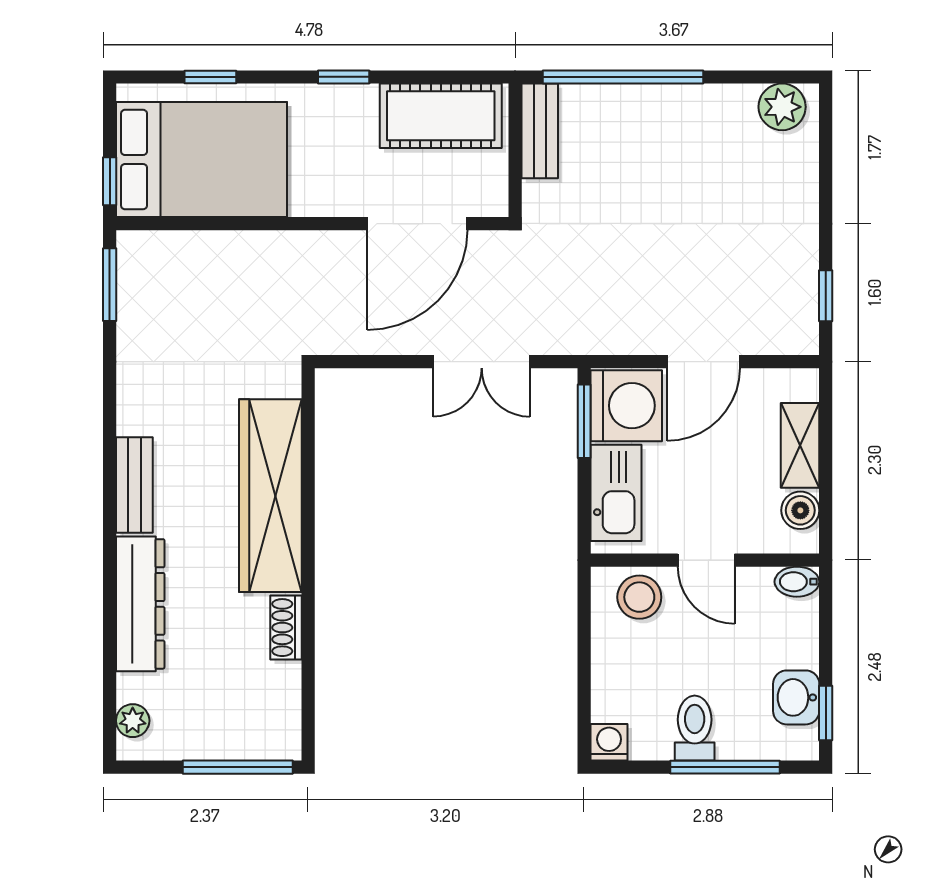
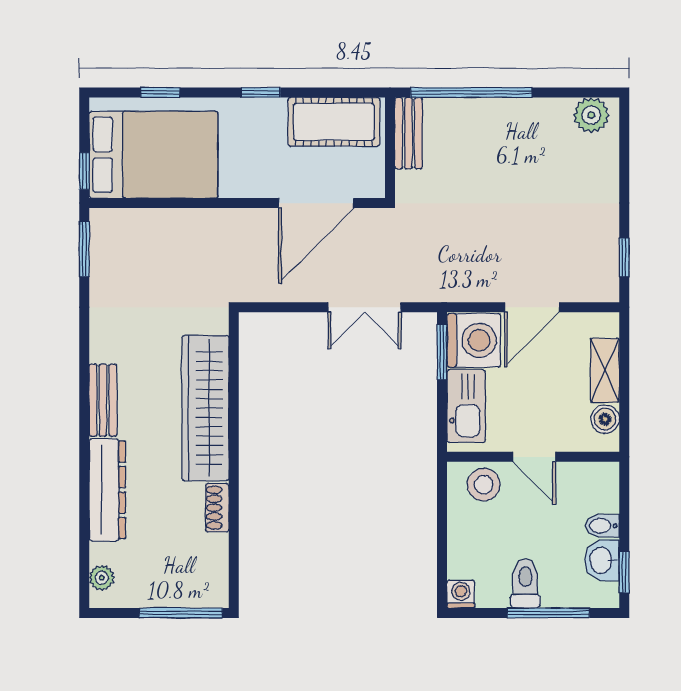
bidet: (797, 582) -> (602, 526), moved

